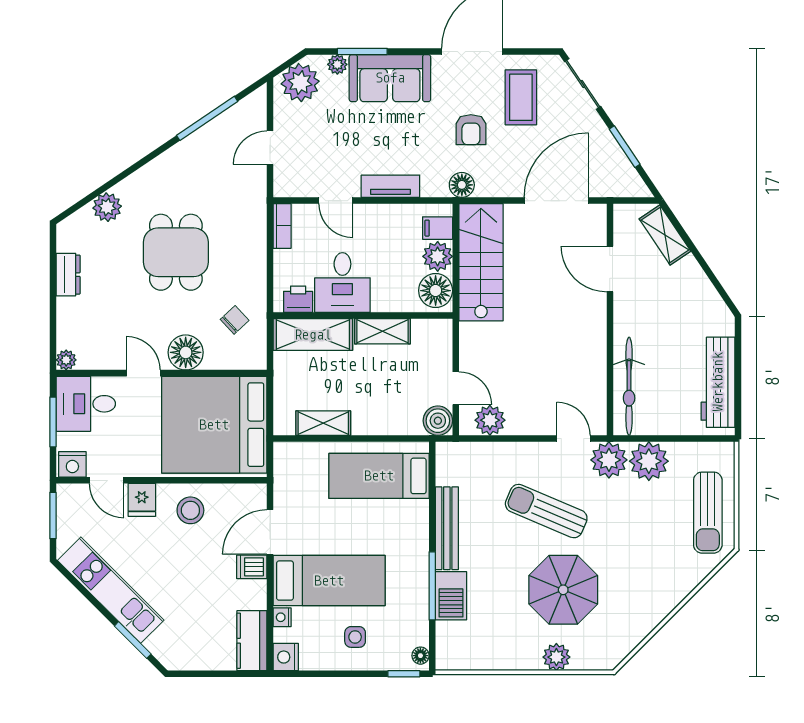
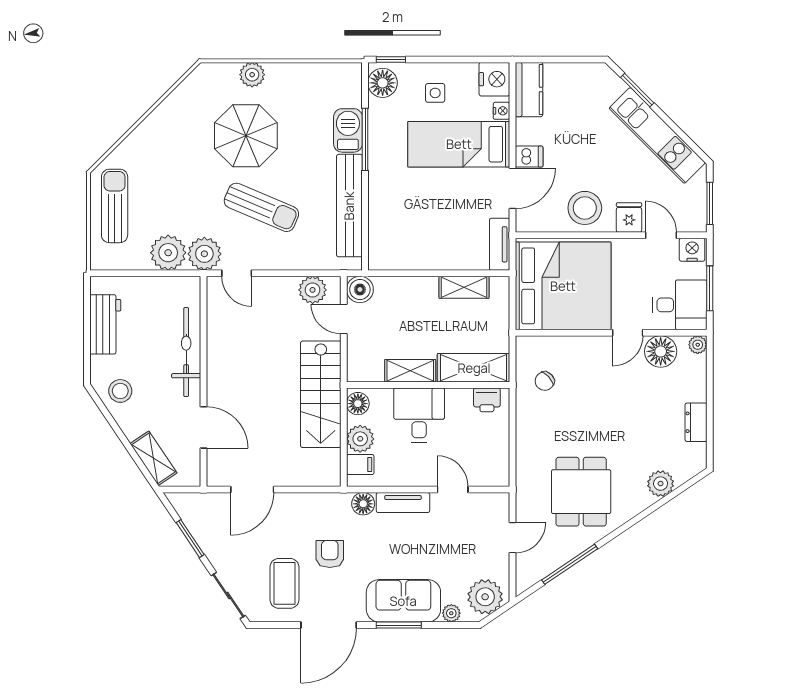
window: (362, 51) -> (399, 625), moved
floor lamp: (462, 185) -> (363, 504), moved
door: (556, 201) -> (252, 490), width x0.73
bookcase: (282, 226) -> (501, 466), removed
dining table: (176, 252) -> (581, 492), moved
stairs: (481, 262) -> (321, 394), moved
desk: (342, 283) -> (419, 415), moved
floor lamp: (436, 291) -> (358, 404), width x0.73, depth x0.73
stool: (702, 309) -> (120, 391), added
floor lamp: (186, 352) -> (661, 351), moved
door: (143, 373) -> (628, 333), hinge flipped
workbench: (718, 382) -> (105, 324), width x0.73
bicycle: (629, 386) -> (186, 352), moved
tv unit: (284, 470) -> (500, 244), added
bed: (379, 476) -> (413, 239), removed
stool: (190, 510) -> (585, 208), width x1.38, depth x1.38
bench: (447, 528) -> (349, 206), width x1.37, depth x1.21
floor lamp: (420, 656) -> (383, 83), width x1.89, depth x1.89
nightstand: (286, 657) -> (494, 79), width x1.36, depth x1.33

